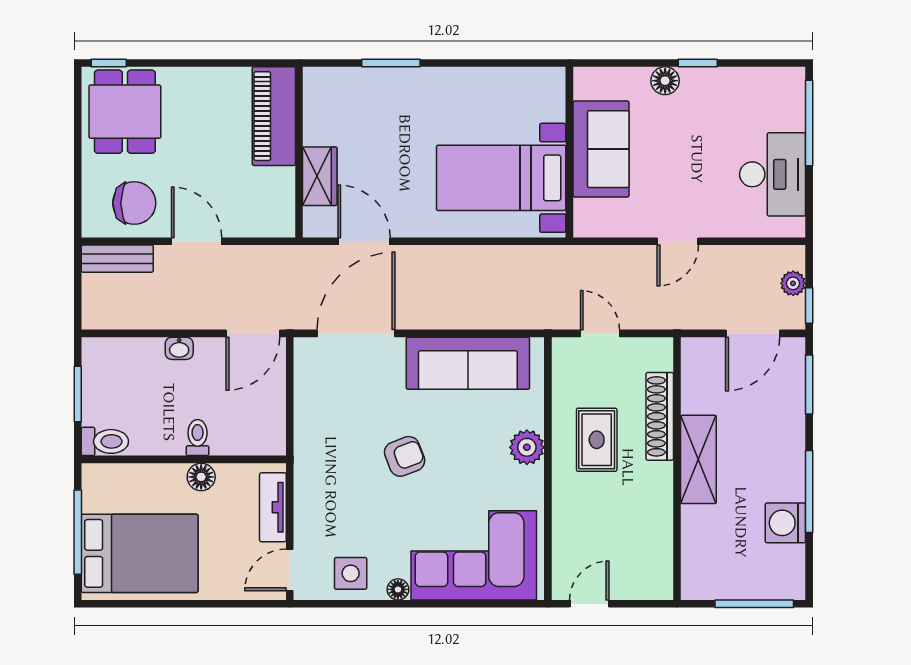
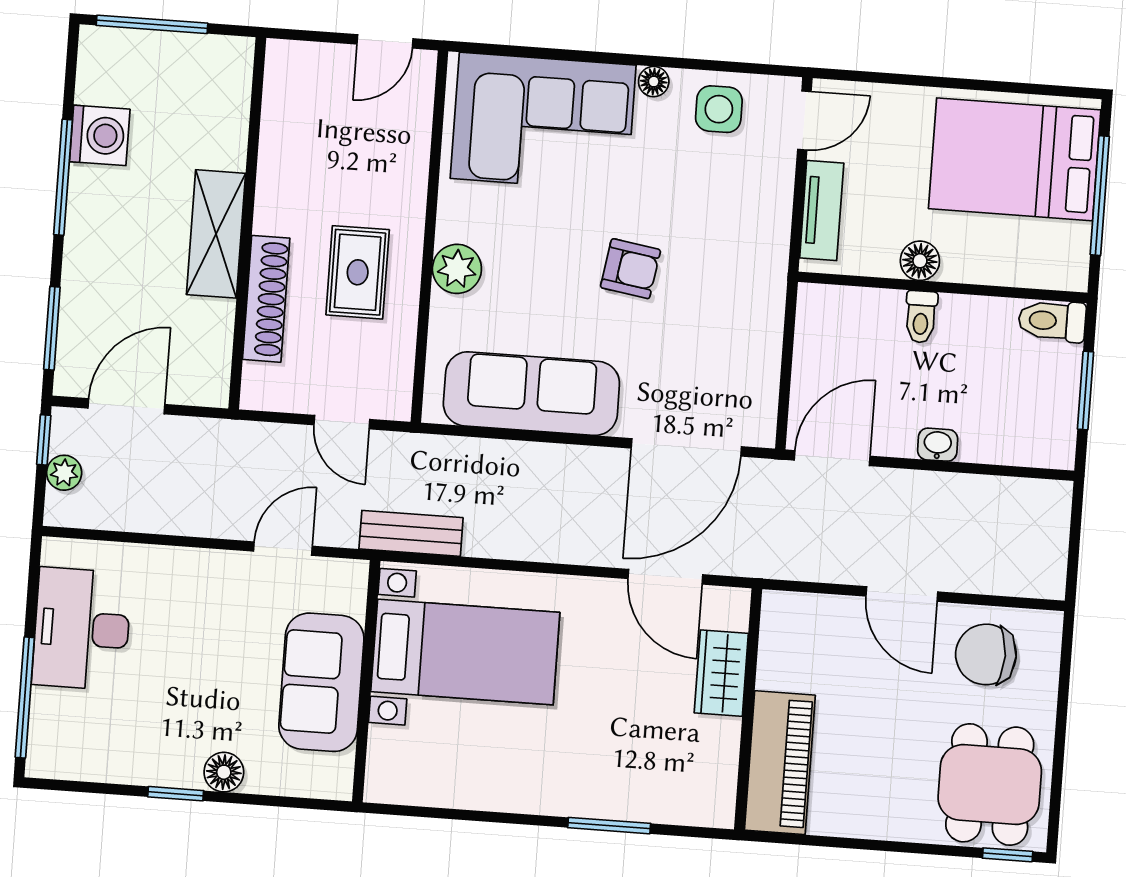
door: (678, 241) -> (283, 549), moved
bench: (117, 259) -> (411, 533), moved
armchair: (405, 456) -> (631, 269), turned -150

